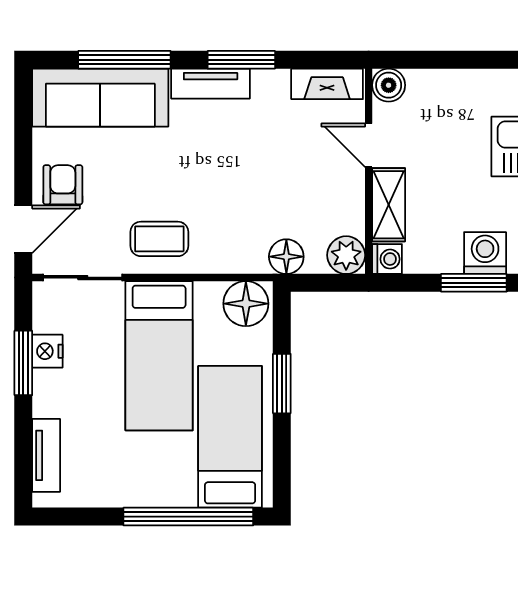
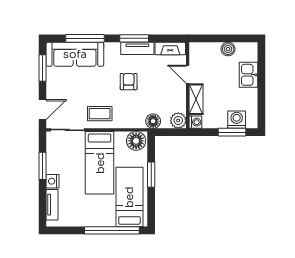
tv unit: (211, 84) -> (137, 48), moved
boiler: (389, 85) -> (228, 49), moved
window: (23, 130) -> (42, 68), added
armchair: (63, 185) -> (129, 82), moved
nightstand: (47, 351) -> (53, 181), moved

